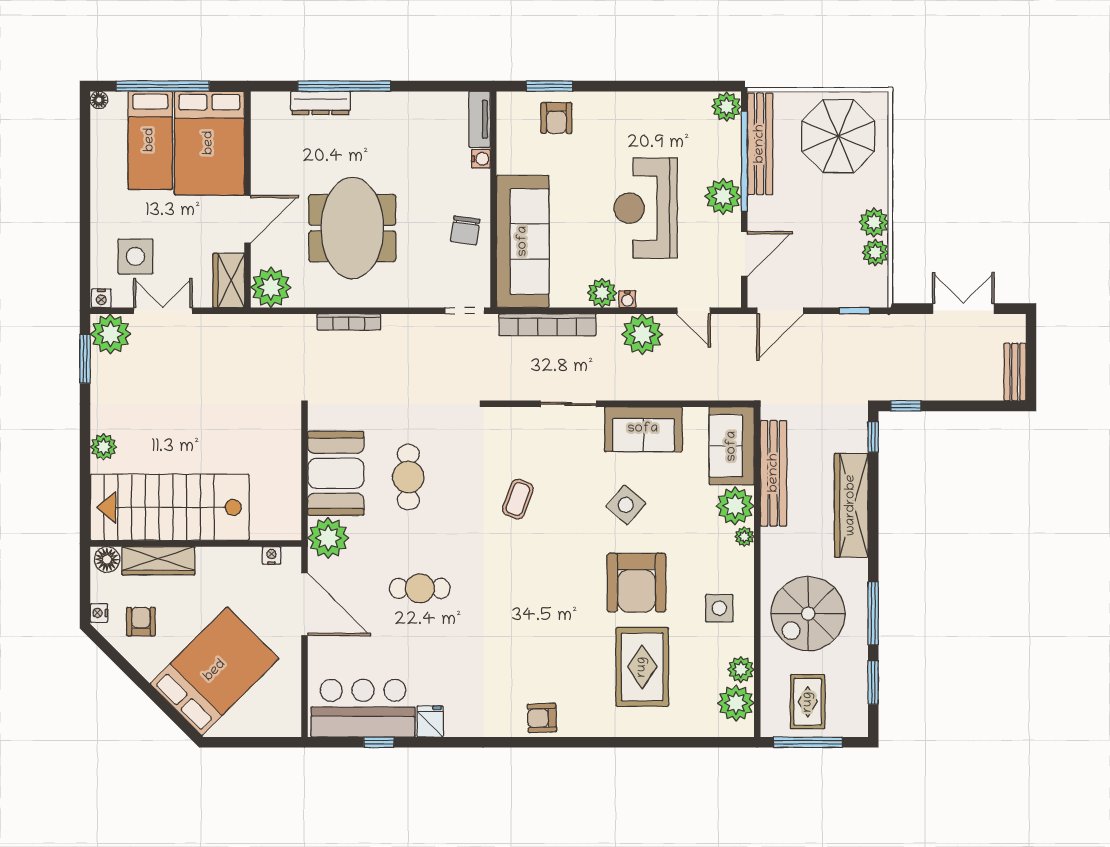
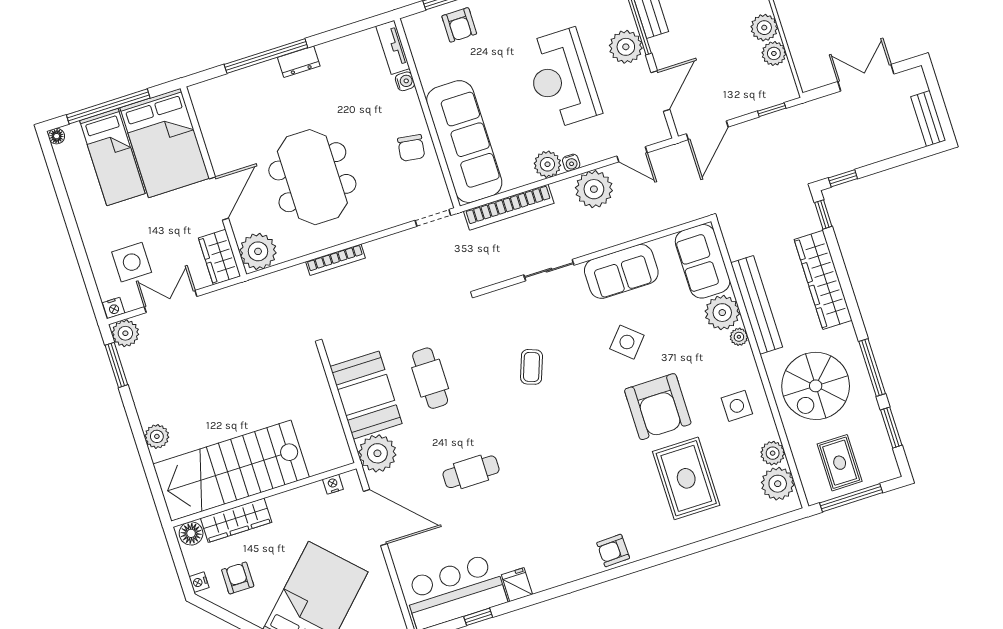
dresser: (320, 103) -> (299, 62), moved, width x0.70
plant: (111, 334) -> (125, 333), width x0.73, depth x0.73
bench: (774, 473) -> (757, 305), moved

